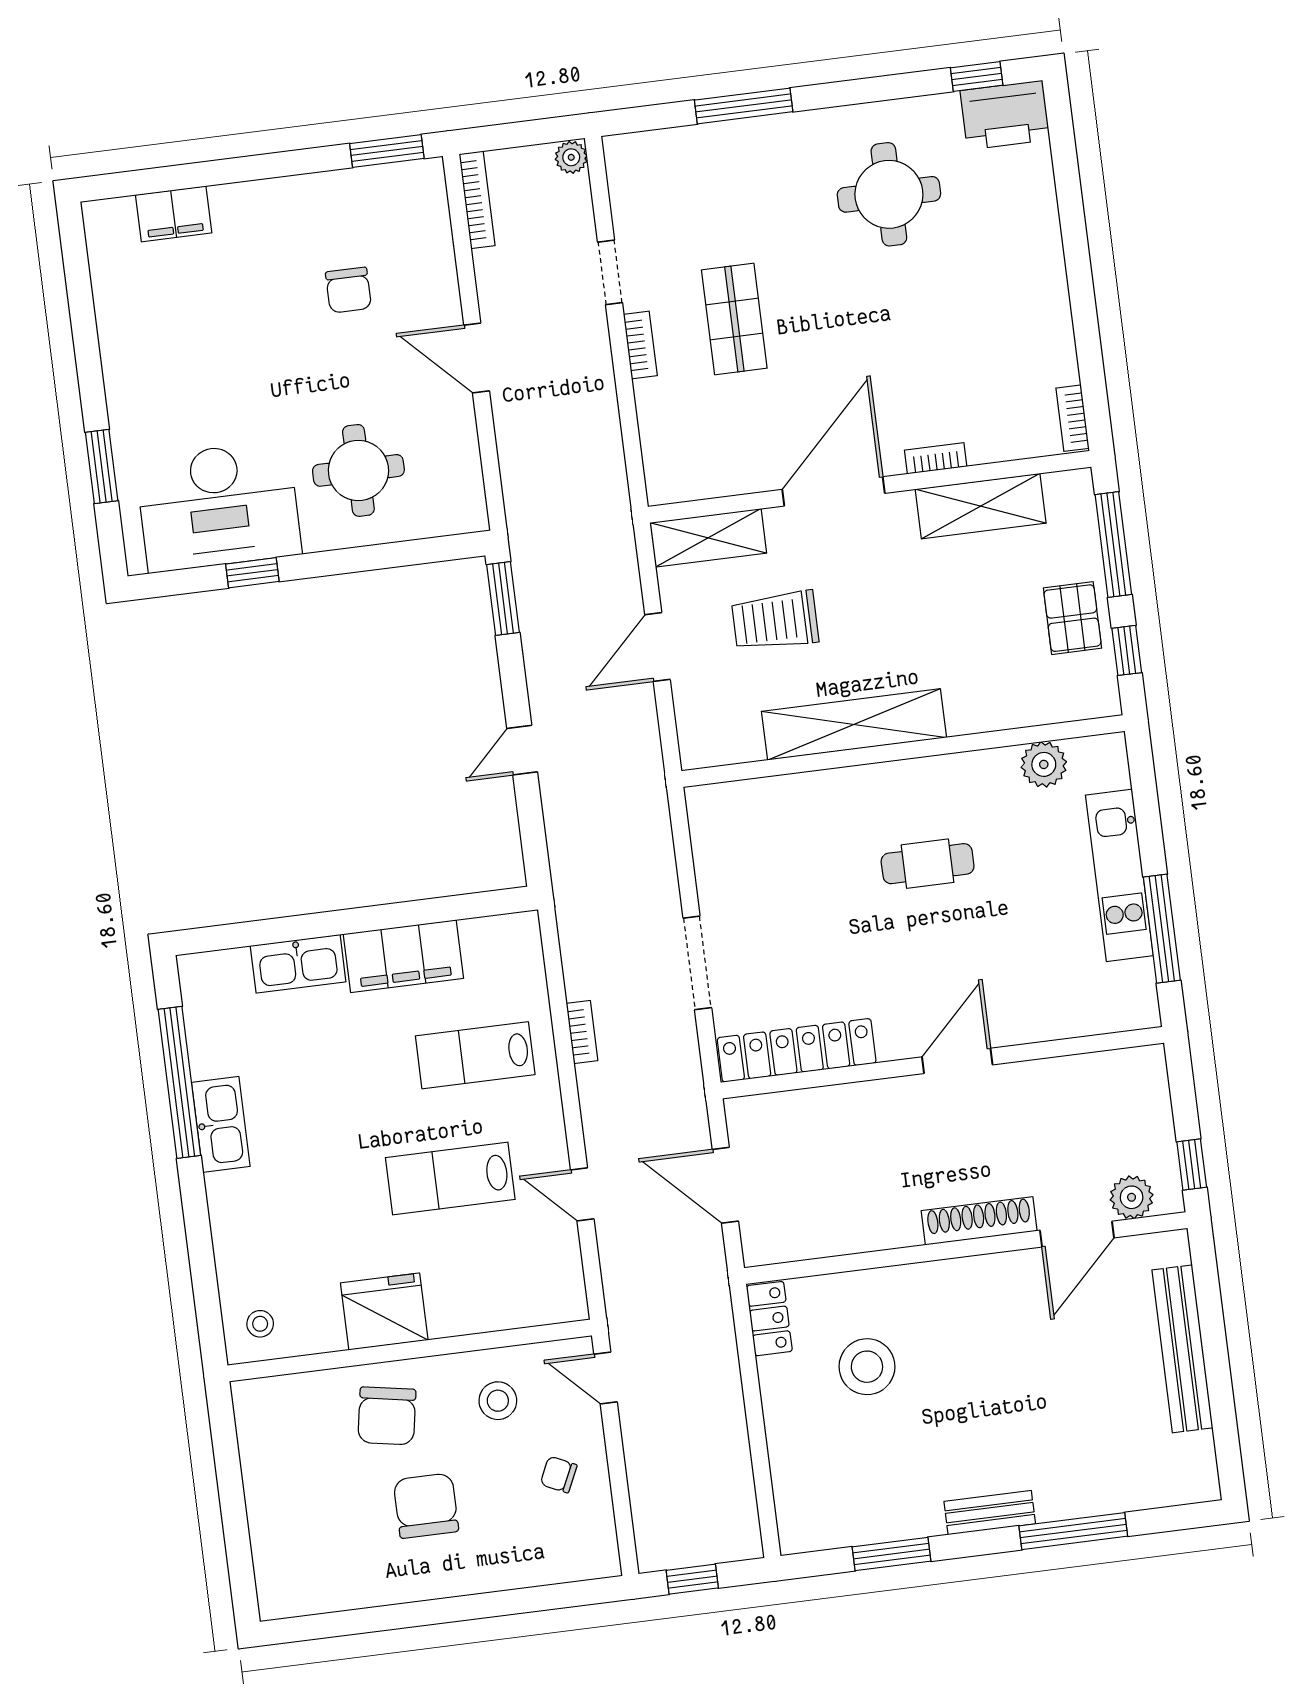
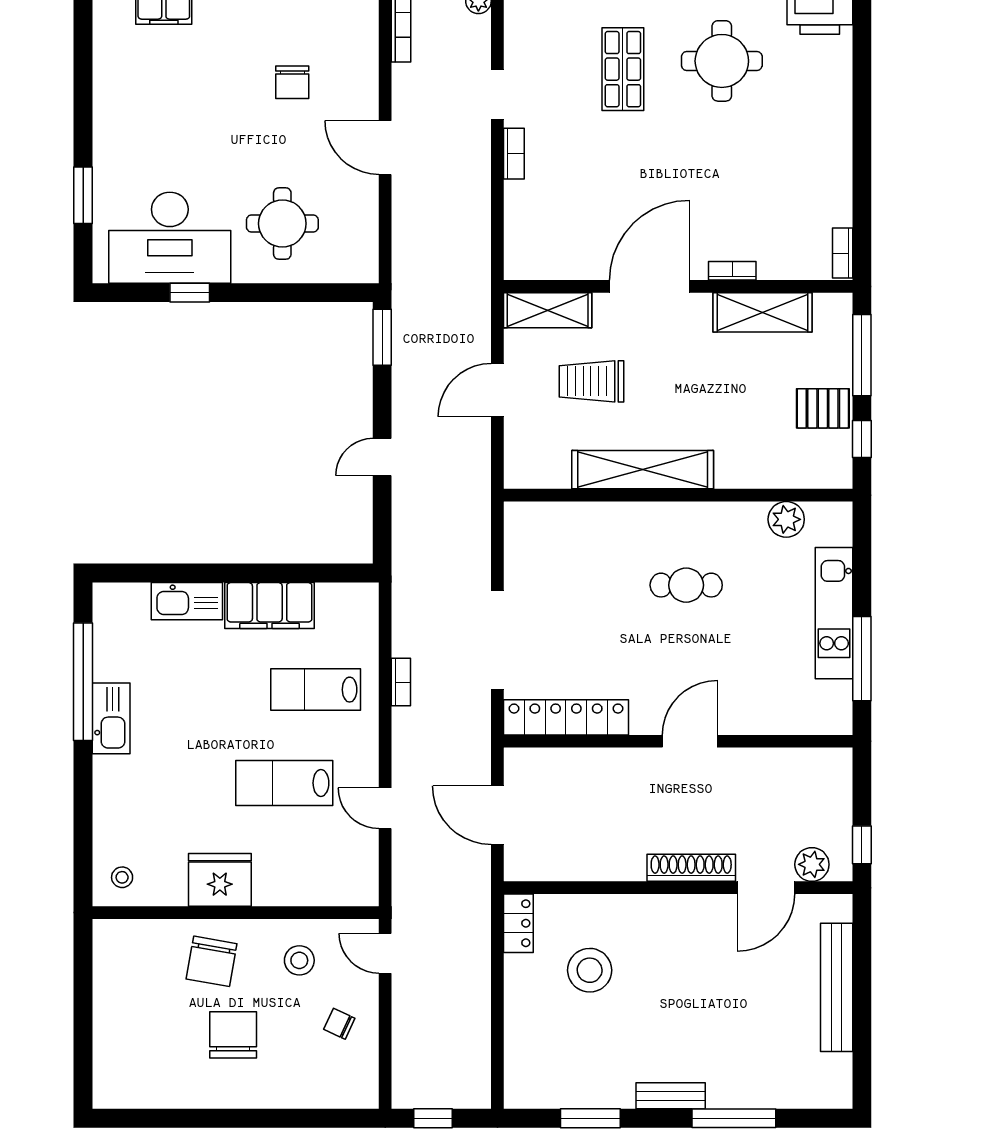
shop shelf: (734, 319) -> (623, 69), moved
pallet: (1072, 618) -> (823, 408), turned 90
doorway: (697, 963) -> (497, 640), width x1.36

